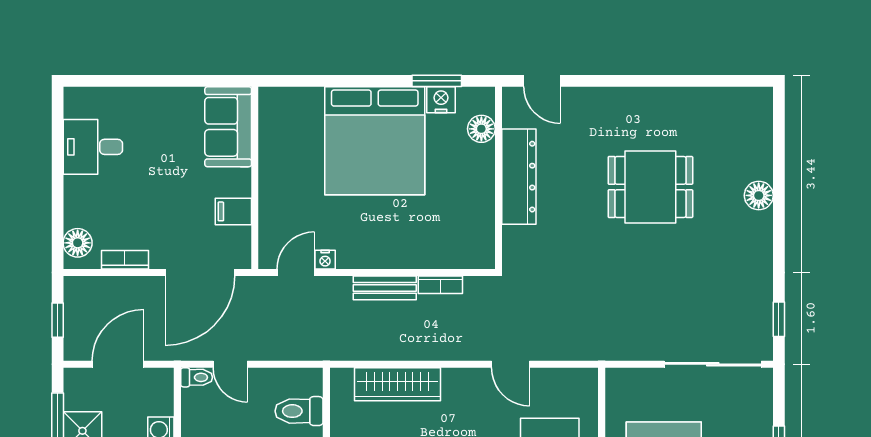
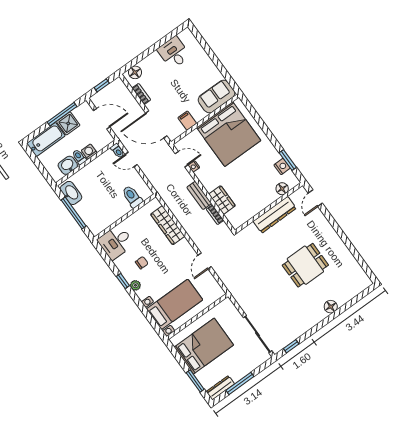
bed: (375, 141) -> (229, 134), moved, turned -90
dining table: (650, 187) -> (305, 265), turned 90
wardrobe: (423, 252) -> (222, 200), added
door: (230, 364) -> (131, 159), hinge flipped

